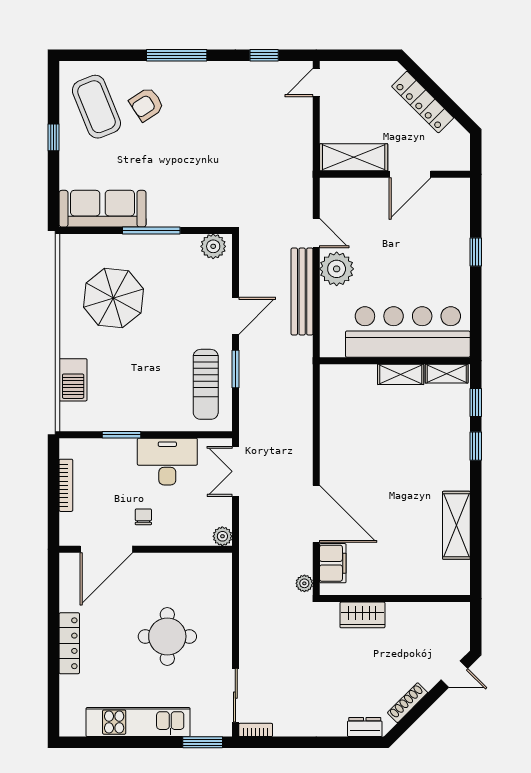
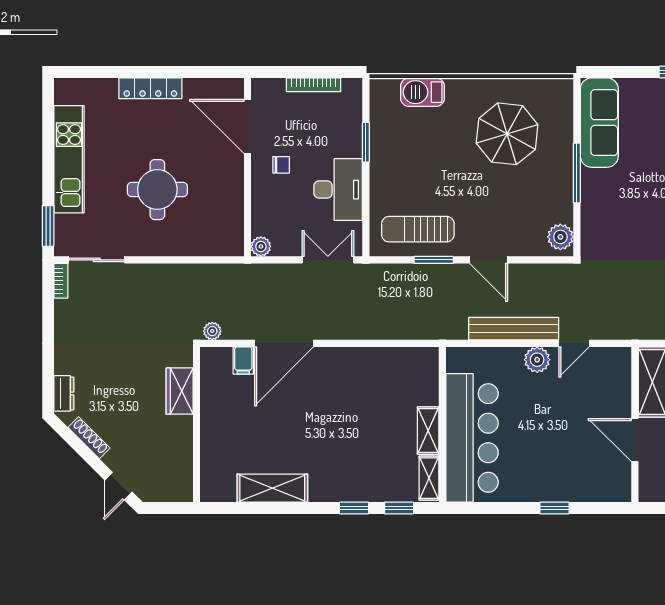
plant: (337, 269) -> (537, 360), width x0.73, depth x0.73
filing cabinet: (333, 563) -> (243, 360), width x0.50

